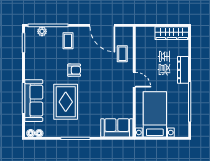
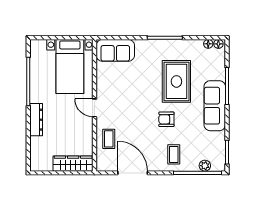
wardrobe: (172, 33) -> (73, 164), moved
sofa: (34, 101) -> (215, 106), moved

